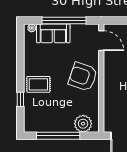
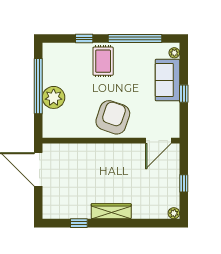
window: (64, 21) -> (184, 94), width x0.32
window: (20, 59) -> (135, 38), added
plant: (83, 124) -> (54, 97), moved

